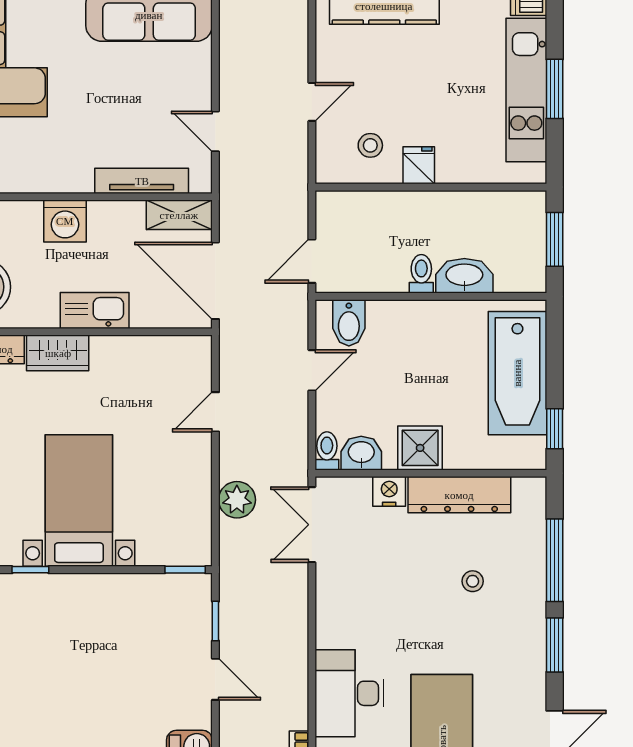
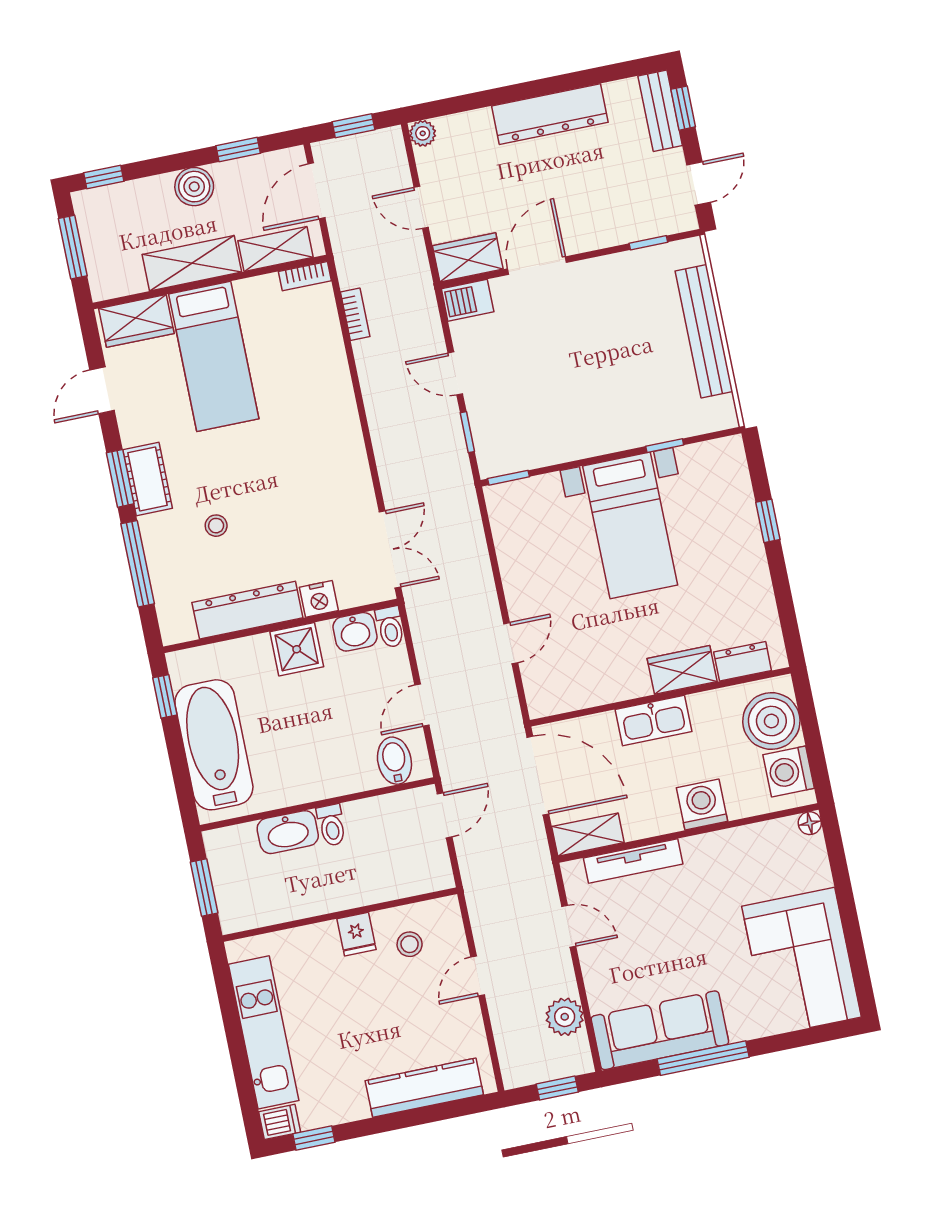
window: (555, 89) -> (235, 1039), removed
plant: (237, 500) -> (565, 1017), moved
cot: (529, 639) -> (148, 479), added
desk: (349, 693) -> (317, 387), removed

